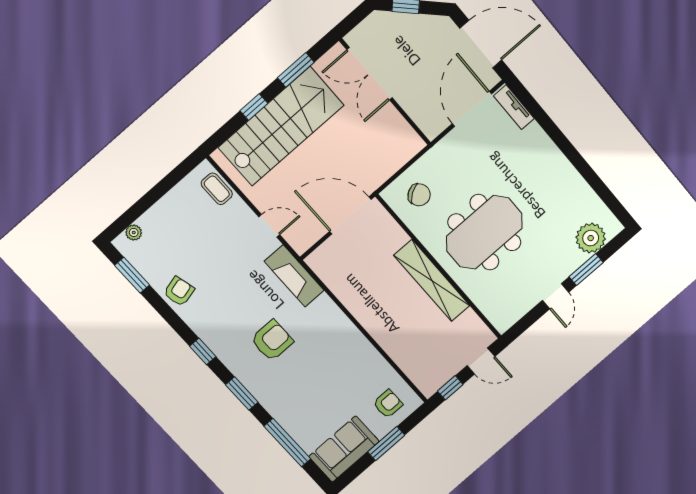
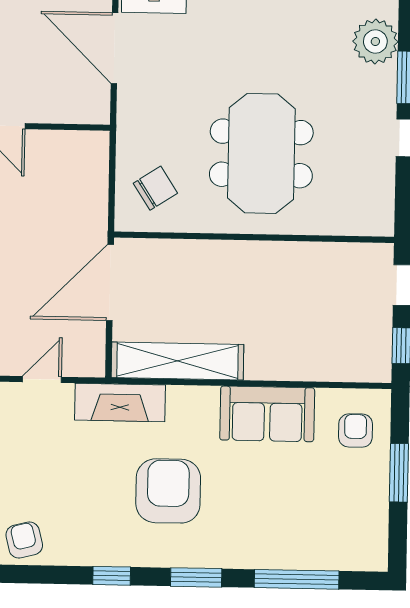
shelving: (432, 281) -> (177, 361), moved
armchair: (272, 340) -> (168, 491), width x1.36, depth x1.36
sofa: (344, 449) -> (267, 414), moved, turned -90

